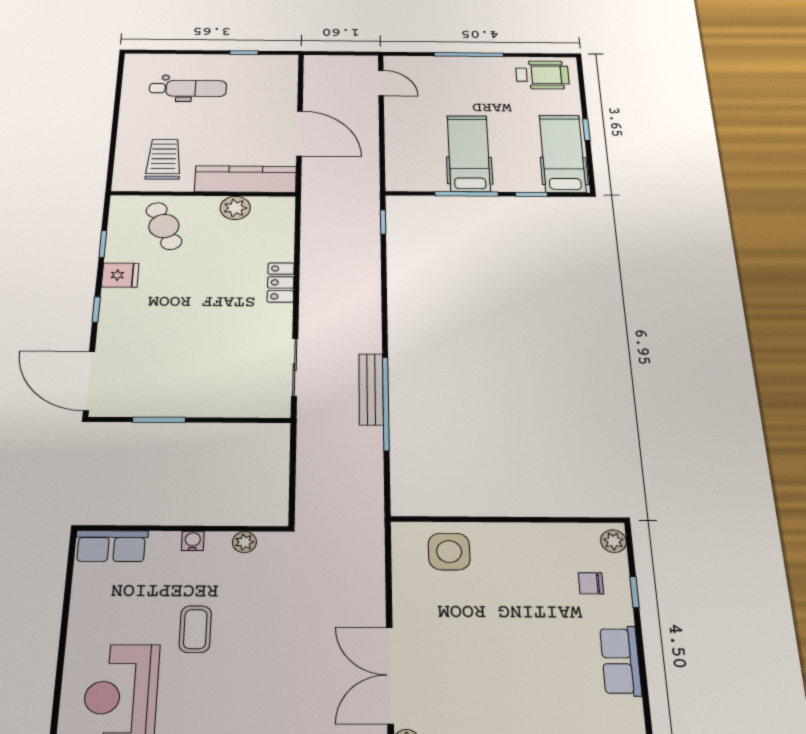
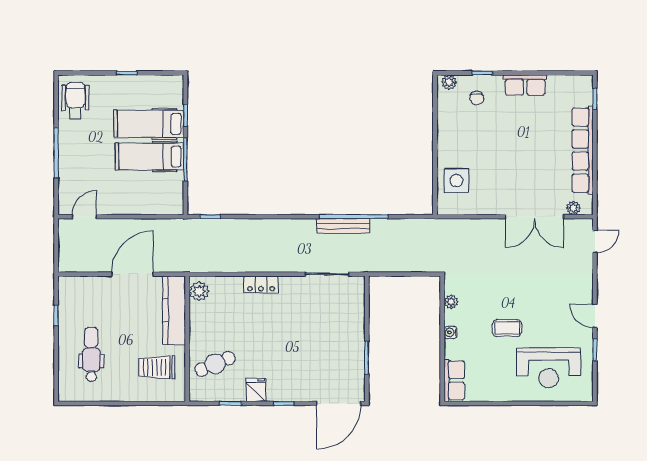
hospital bed: (563, 153) -> (149, 124), moved
plant: (235, 208) -> (199, 291), moved

